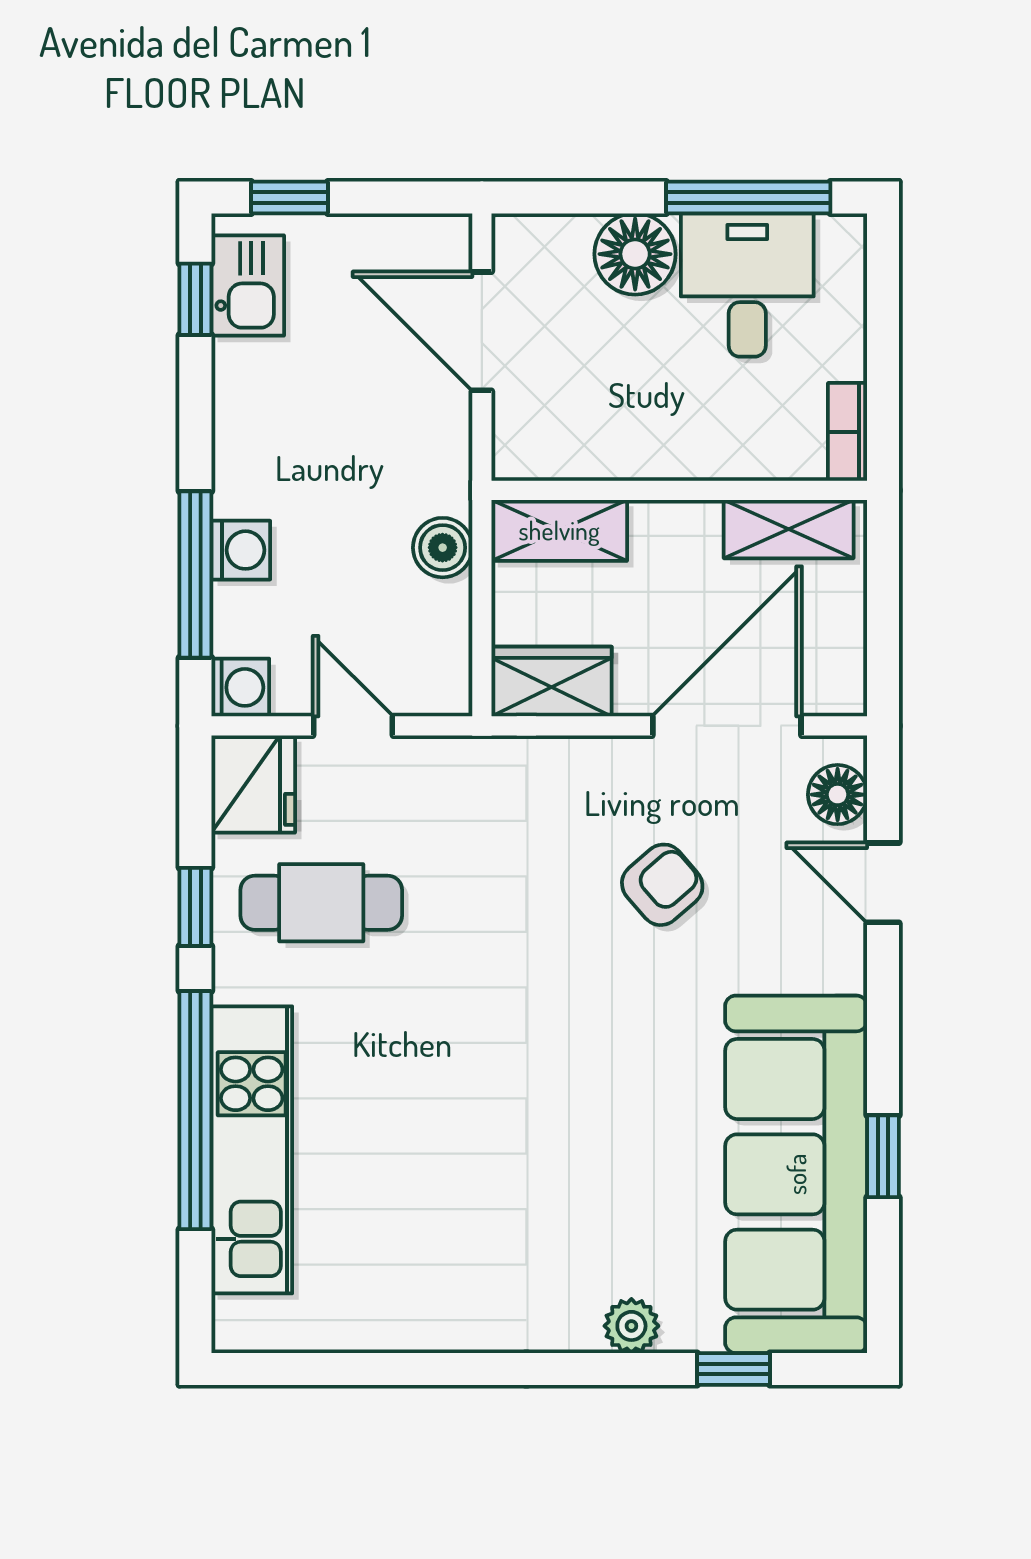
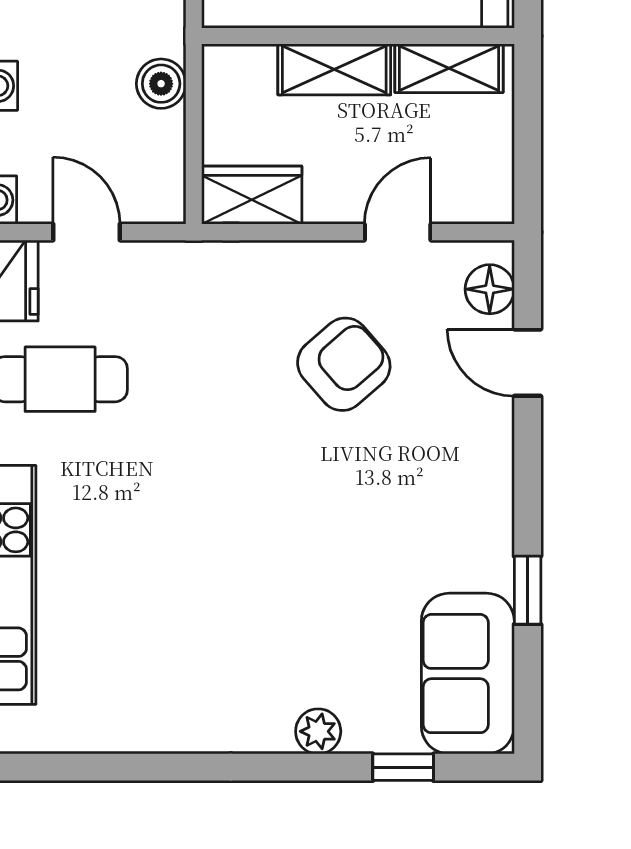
shelving: (559, 530) -> (334, 69), moved
door: (727, 726) -> (398, 232), width x0.53
armchair: (662, 885) -> (344, 364), width x1.38, depth x1.38
sofa: (796, 1174) -> (468, 674), width x0.54, depth x0.79

